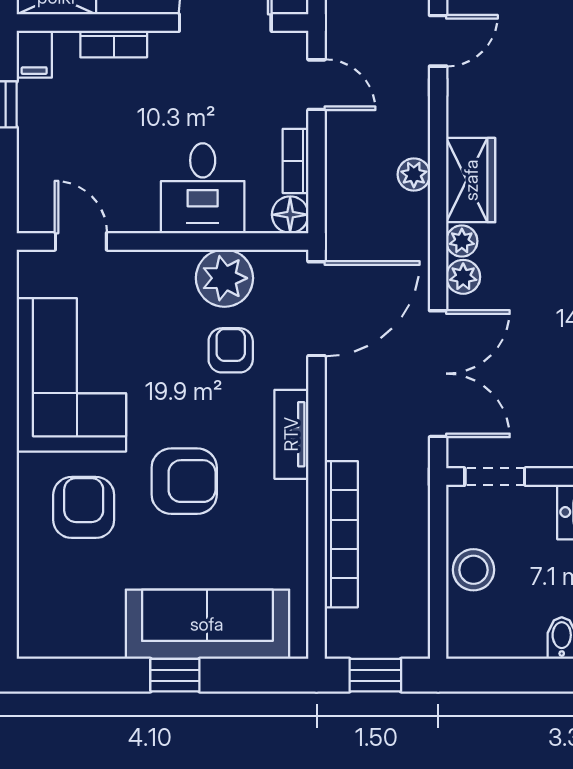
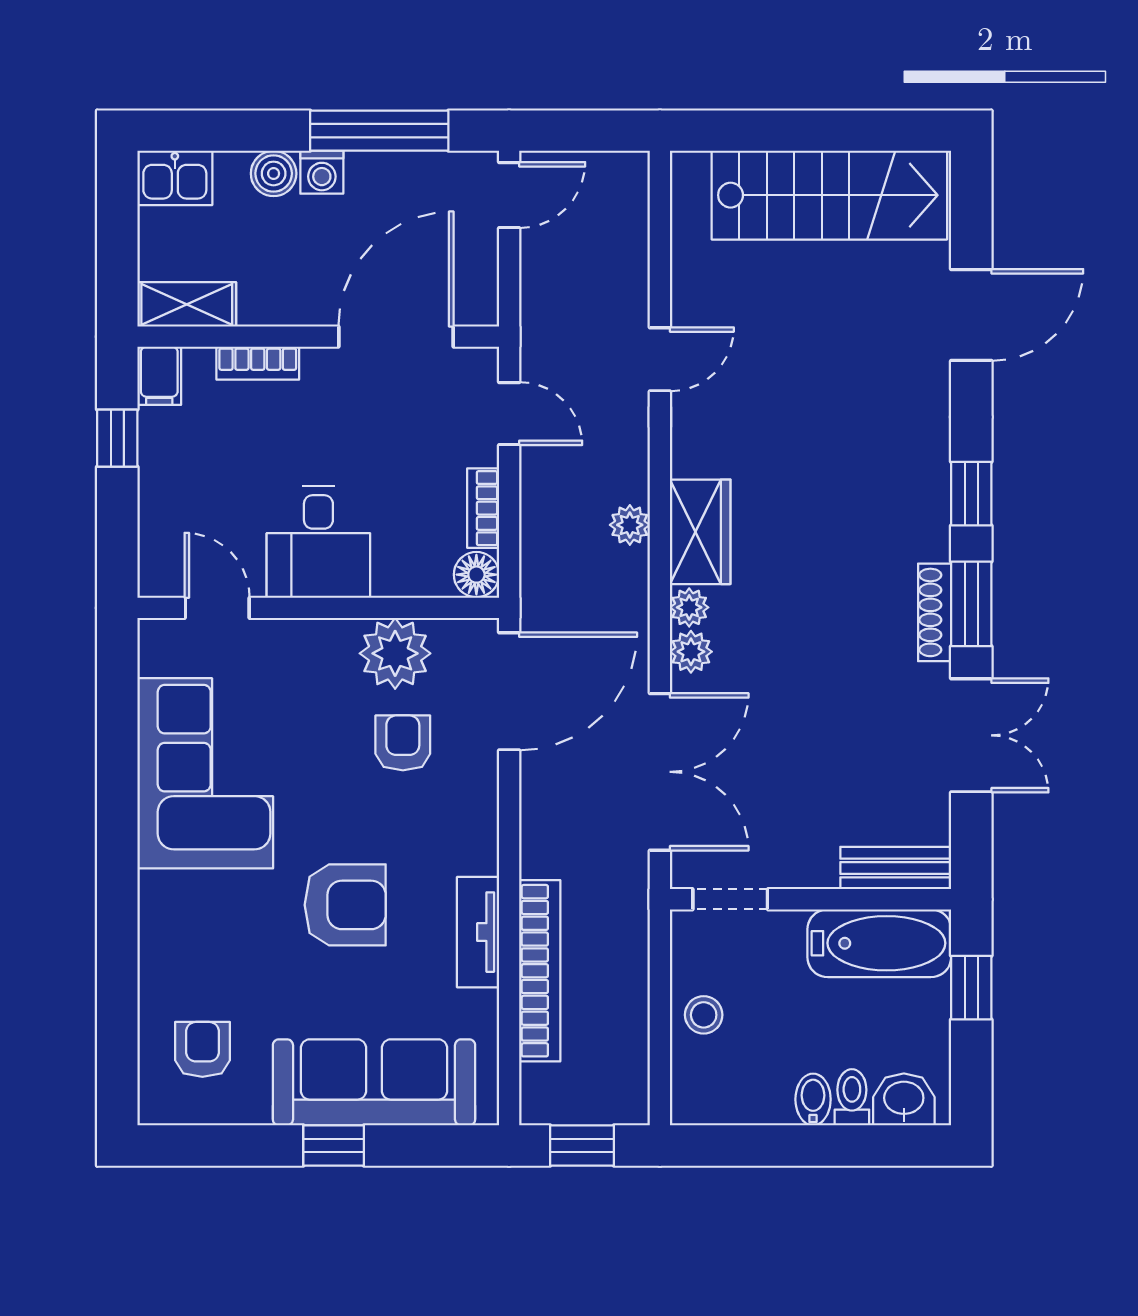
desk: (203, 188) -> (318, 542), moved
tv unit: (291, 434) -> (478, 932), moved
armchair: (84, 507) -> (202, 1049), moved, width x0.72, depth x0.72
stool: (473, 570) -> (704, 1015), width x0.73, depth x0.73

